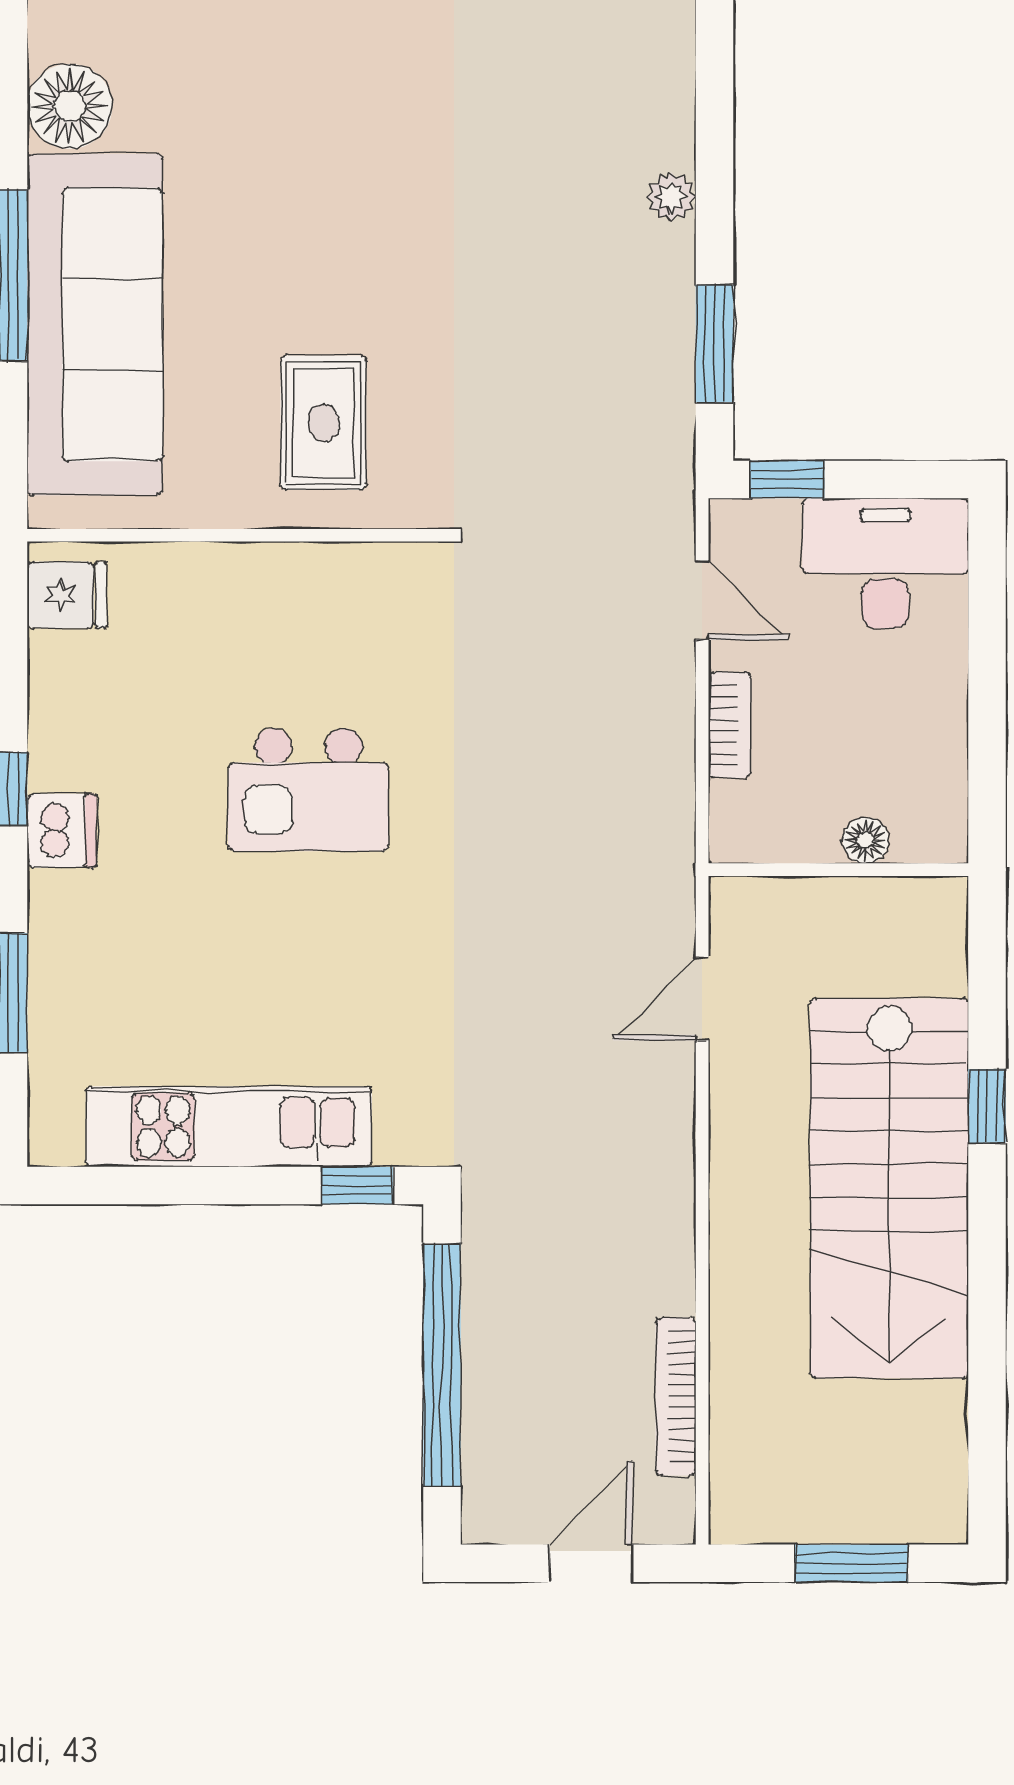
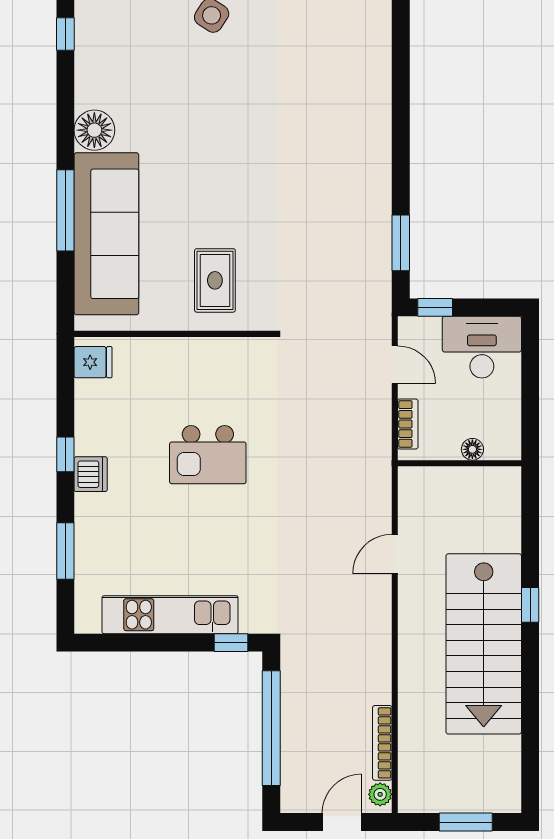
plant: (671, 197) -> (380, 794), moved
floor lamp: (866, 840) -> (472, 449), moved
wall: (838, 870) -> (460, 463), moved

